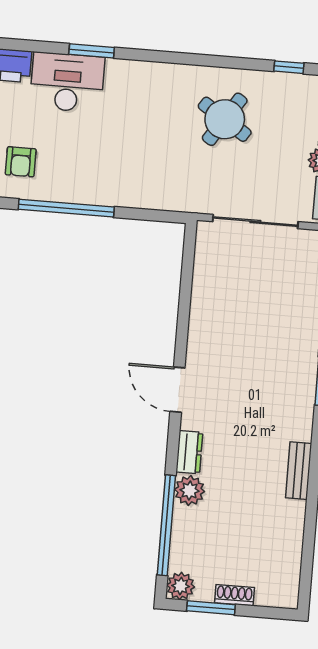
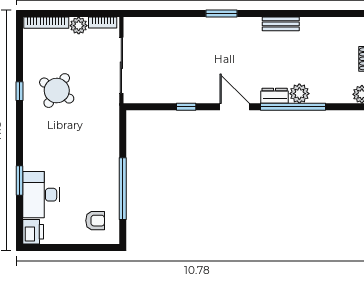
window: (289, 67) -> (19, 91), moved
window: (184, 315) -> (186, 107), added
door: (177, 390) -> (235, 107), swing flipped
window: (166, 525) -> (293, 107), moved

